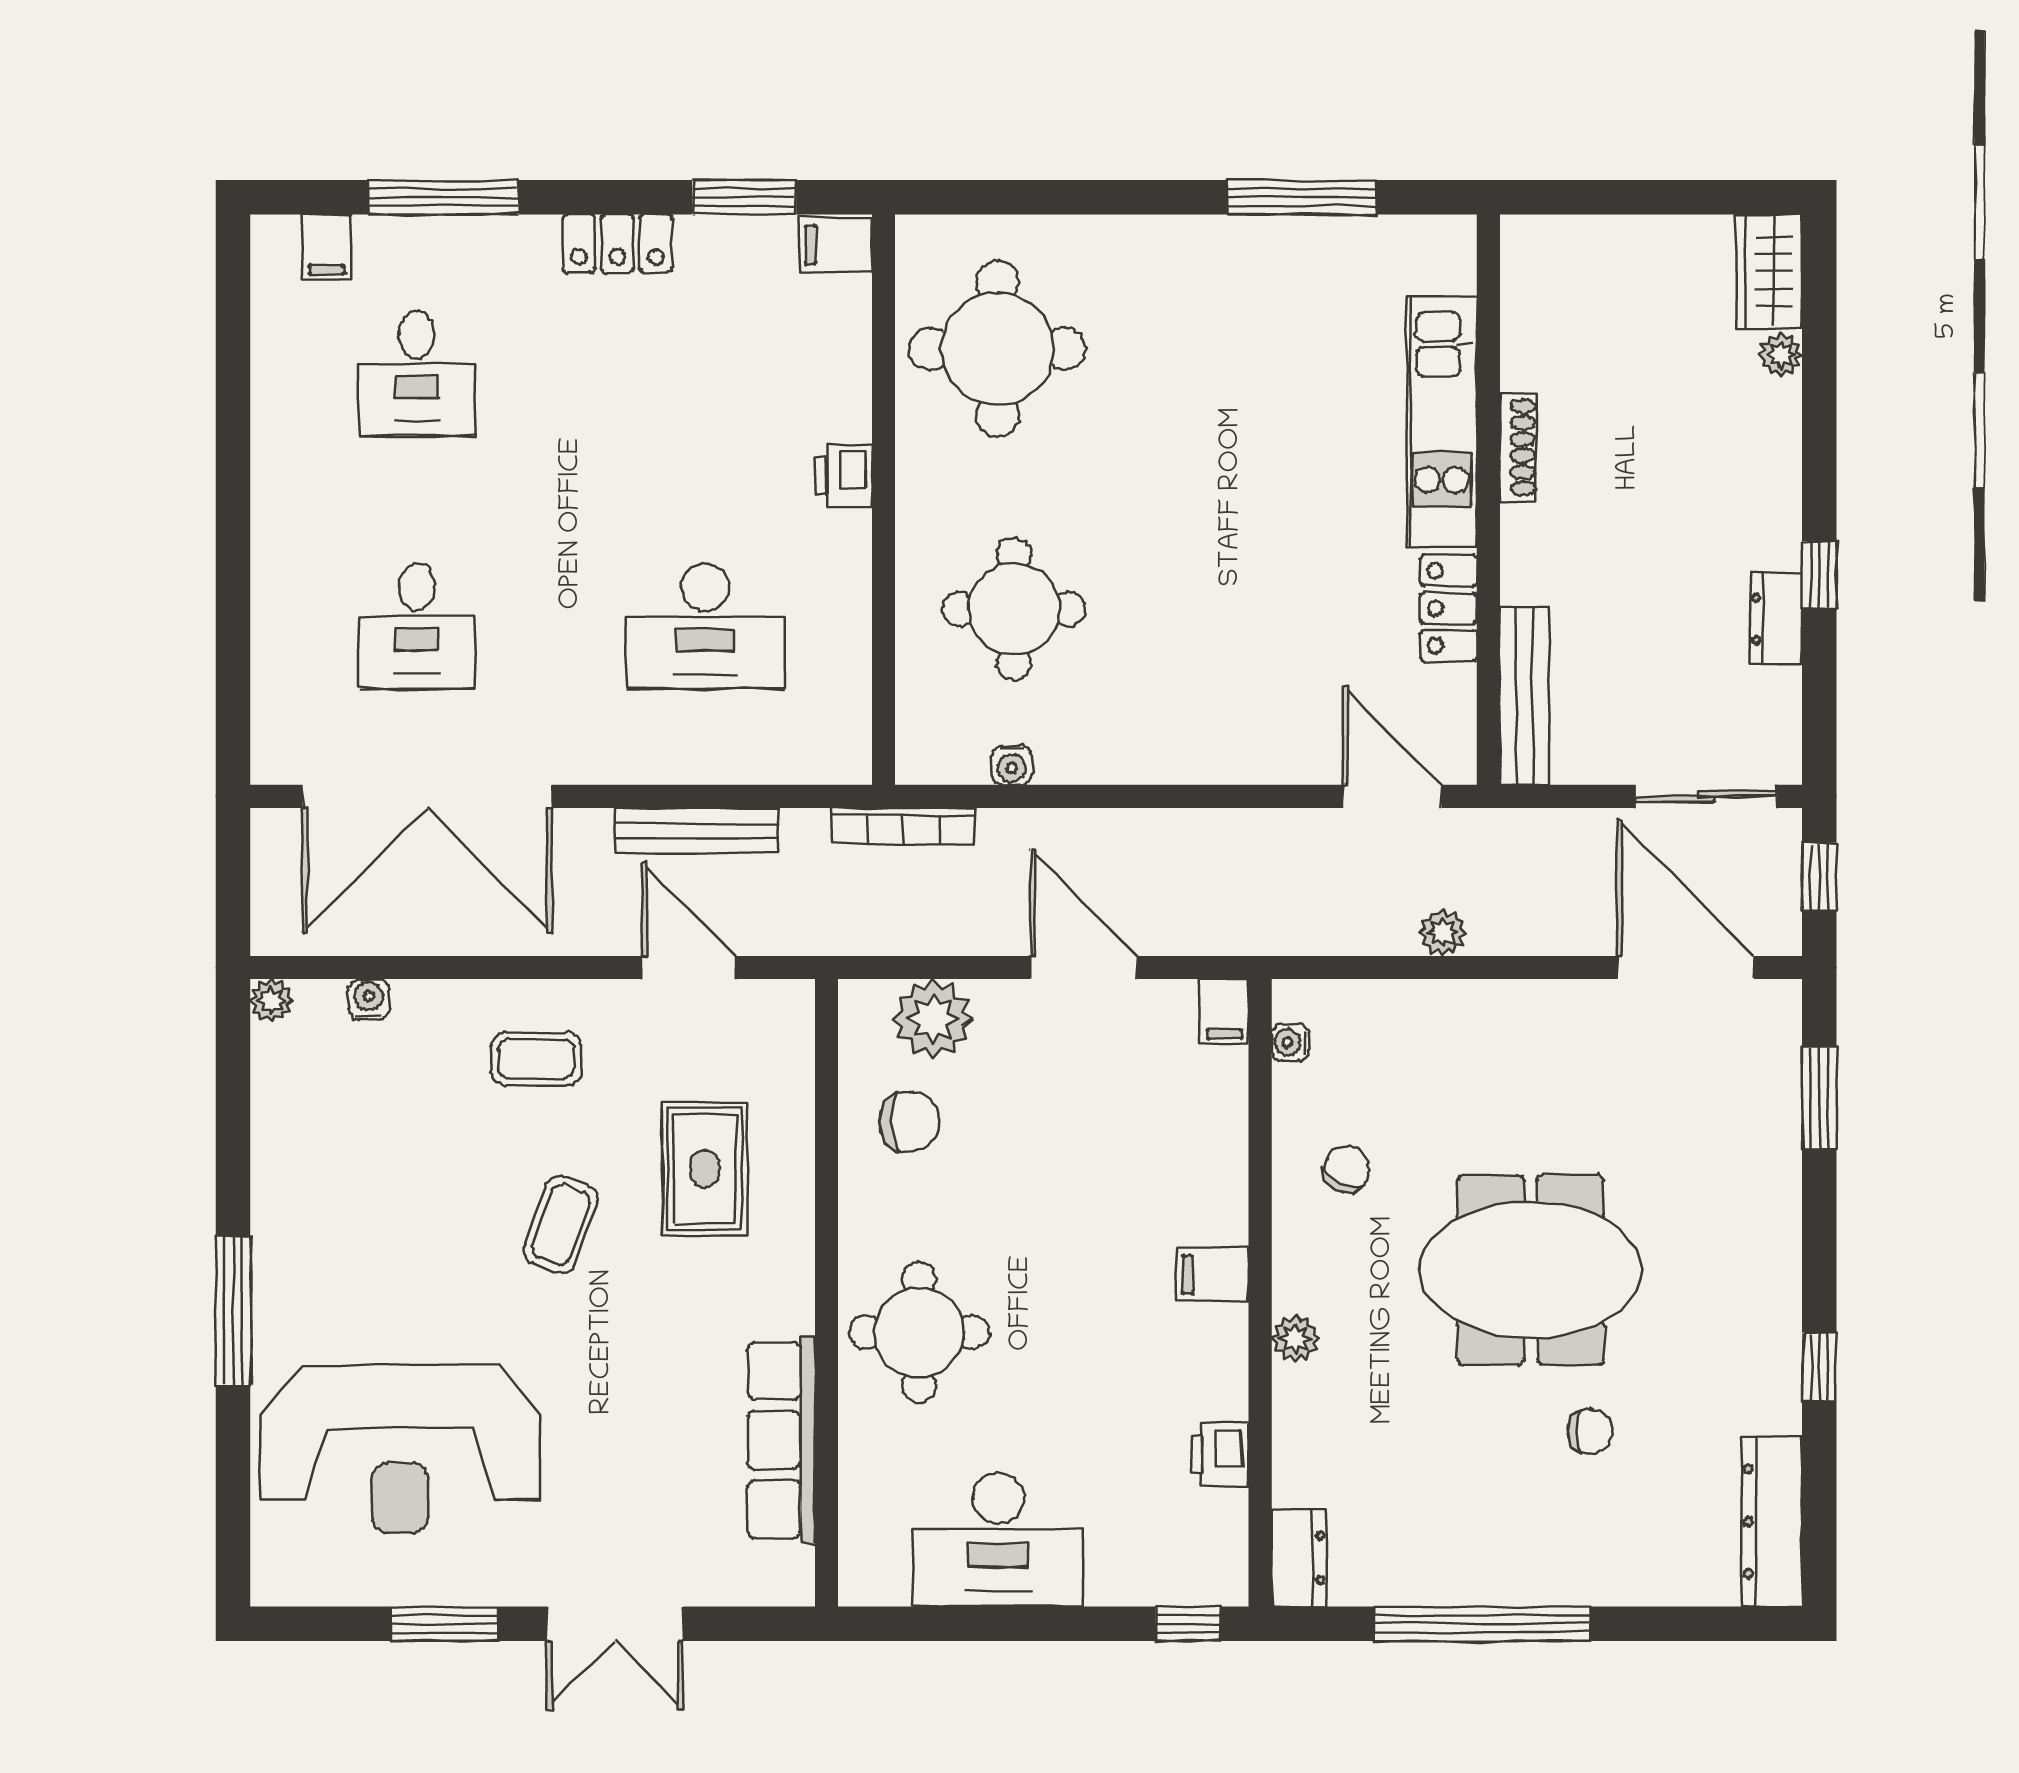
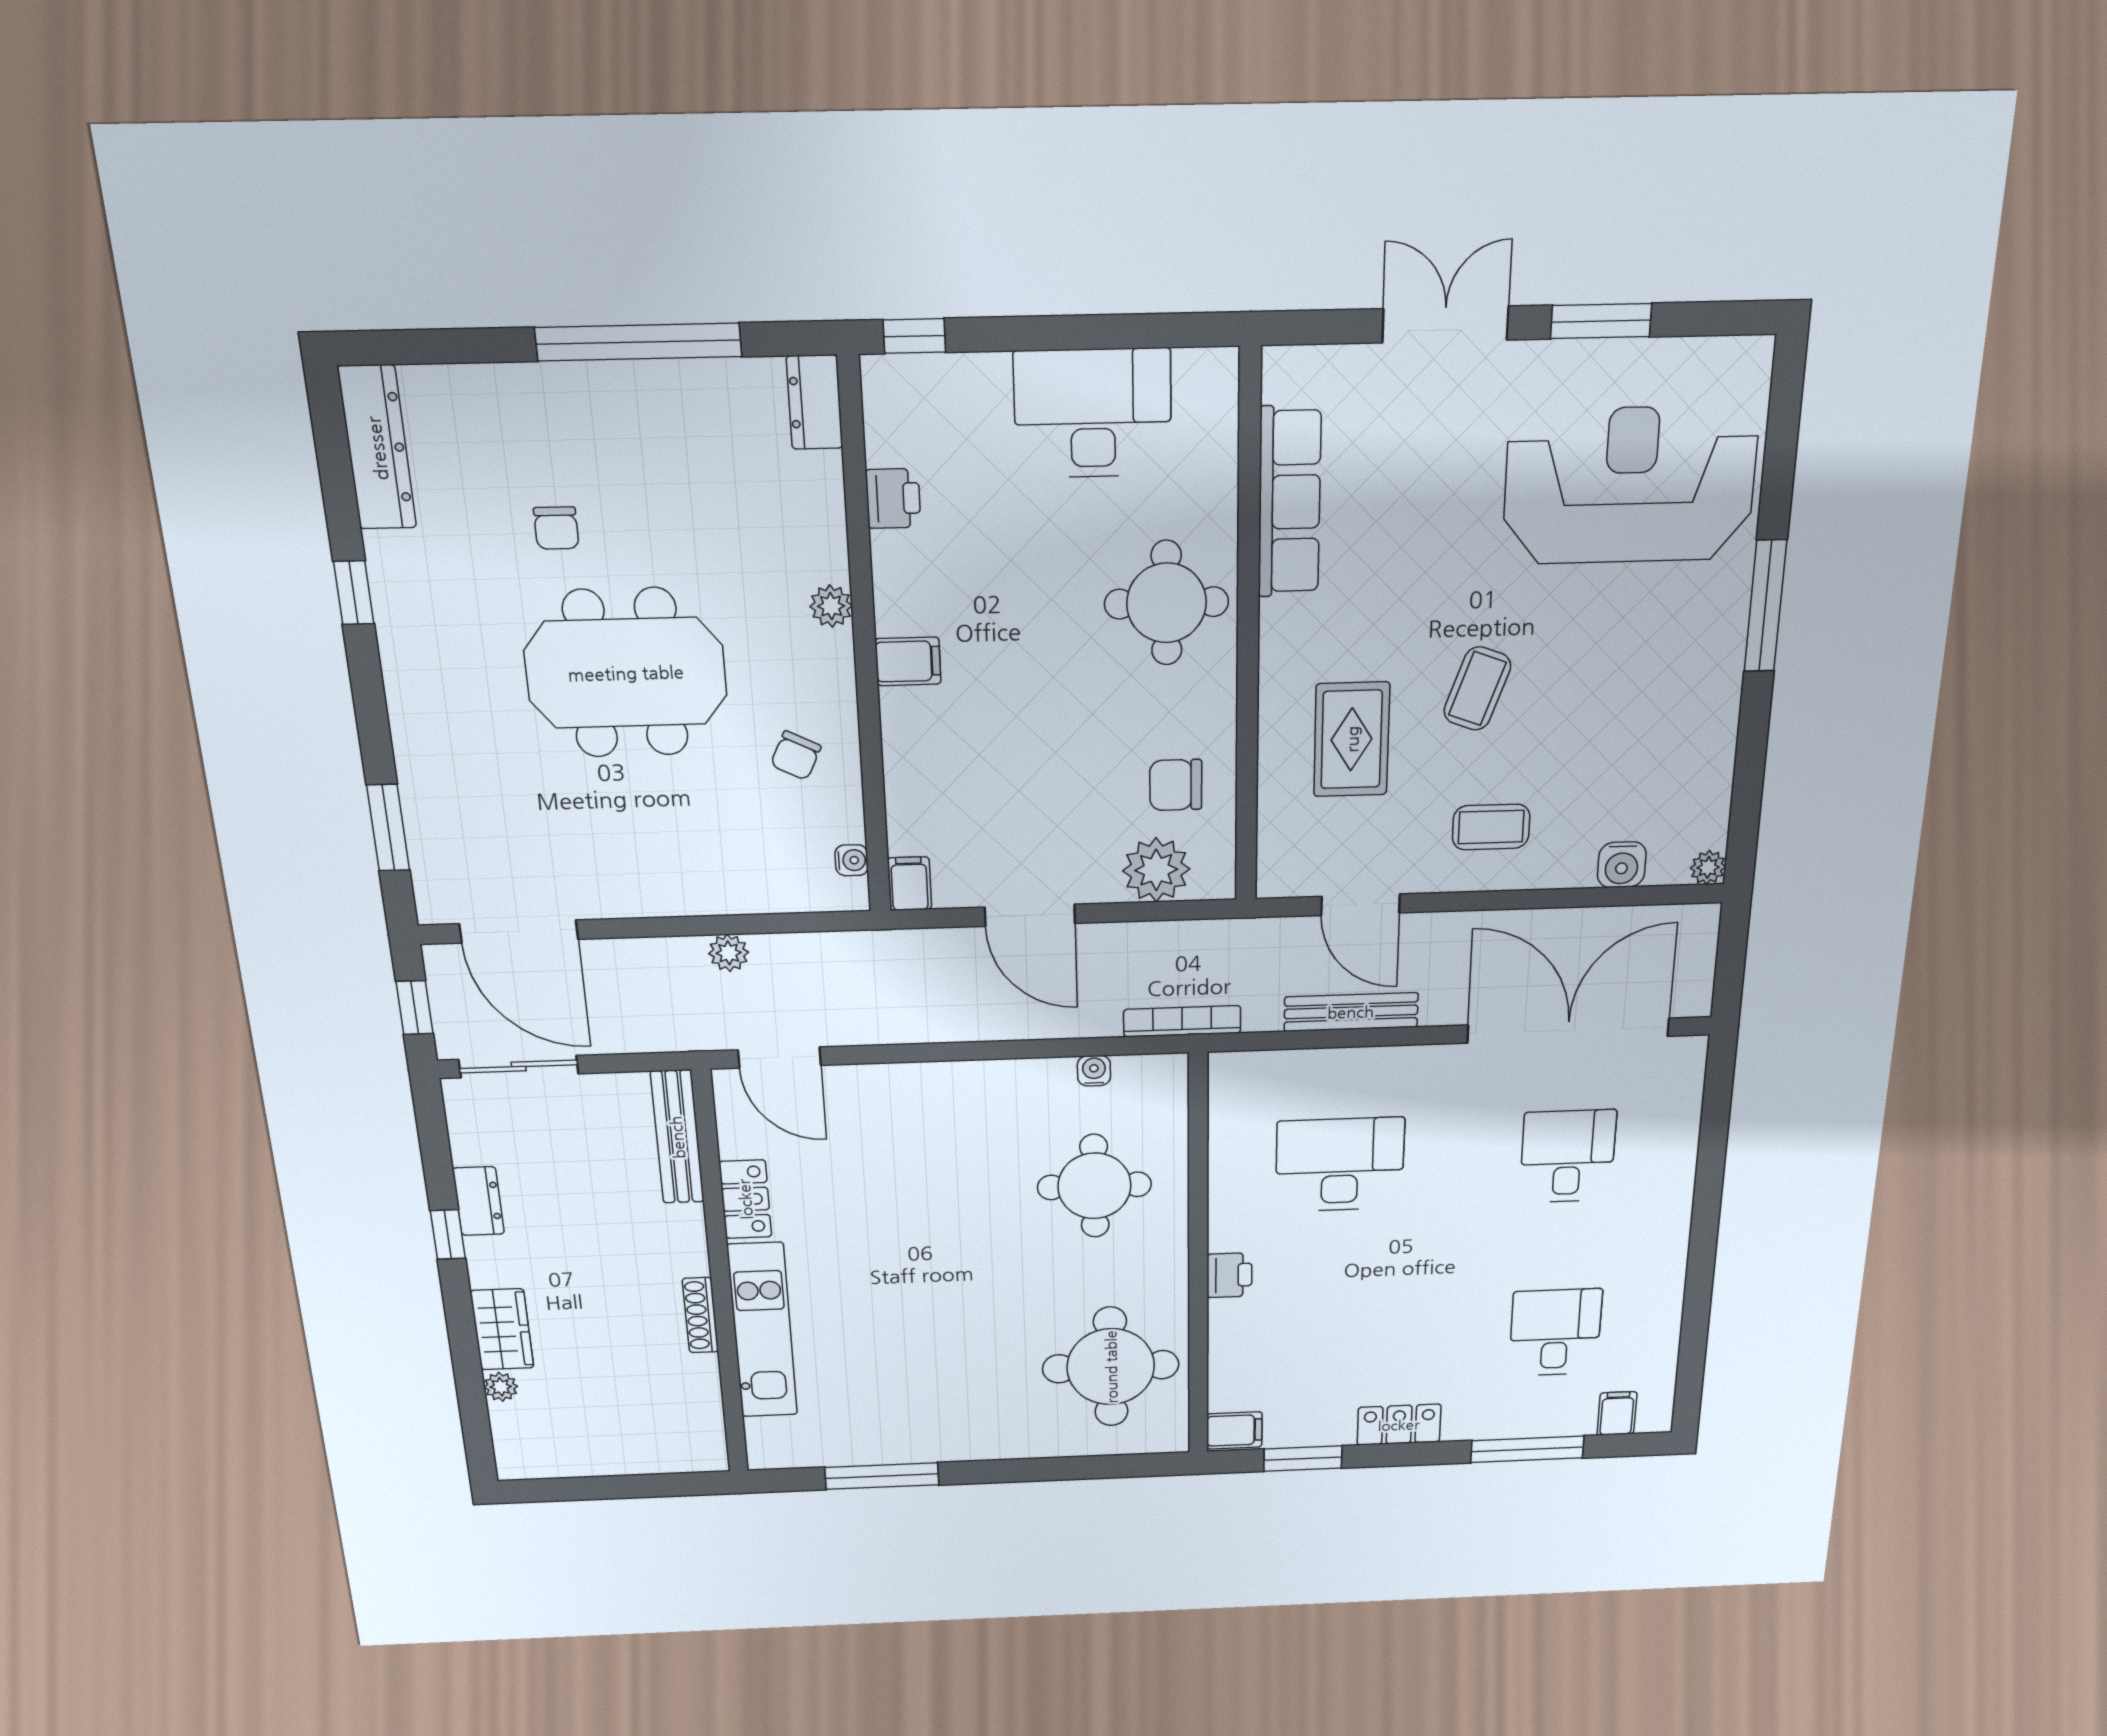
wardrobe: (1769, 272) -> (502, 1329), moved
water cooler: (369, 999) -> (1622, 865), width x1.38, depth x1.38
chair: (1590, 1432) -> (556, 528), turned -90

